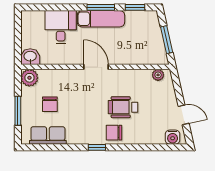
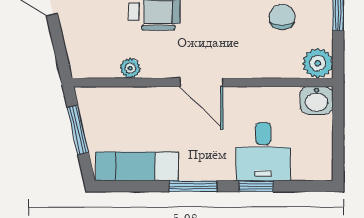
window: (135, 7) -> (256, 186), moved
exam couch: (101, 19) -> (137, 166), moved
plant: (158, 75) -> (130, 68), moved

